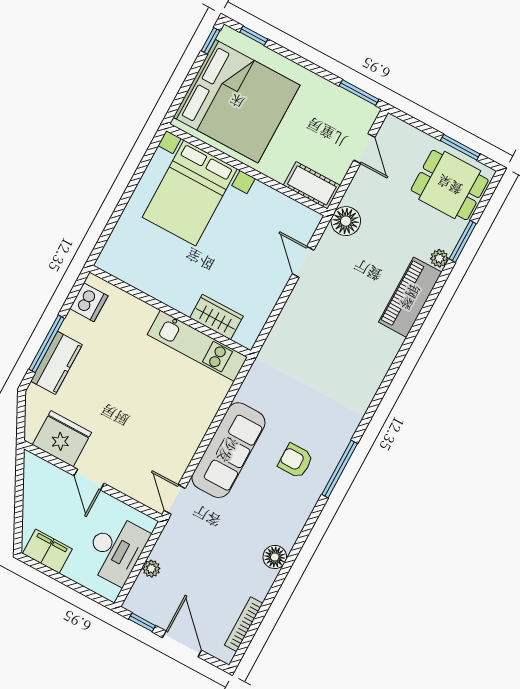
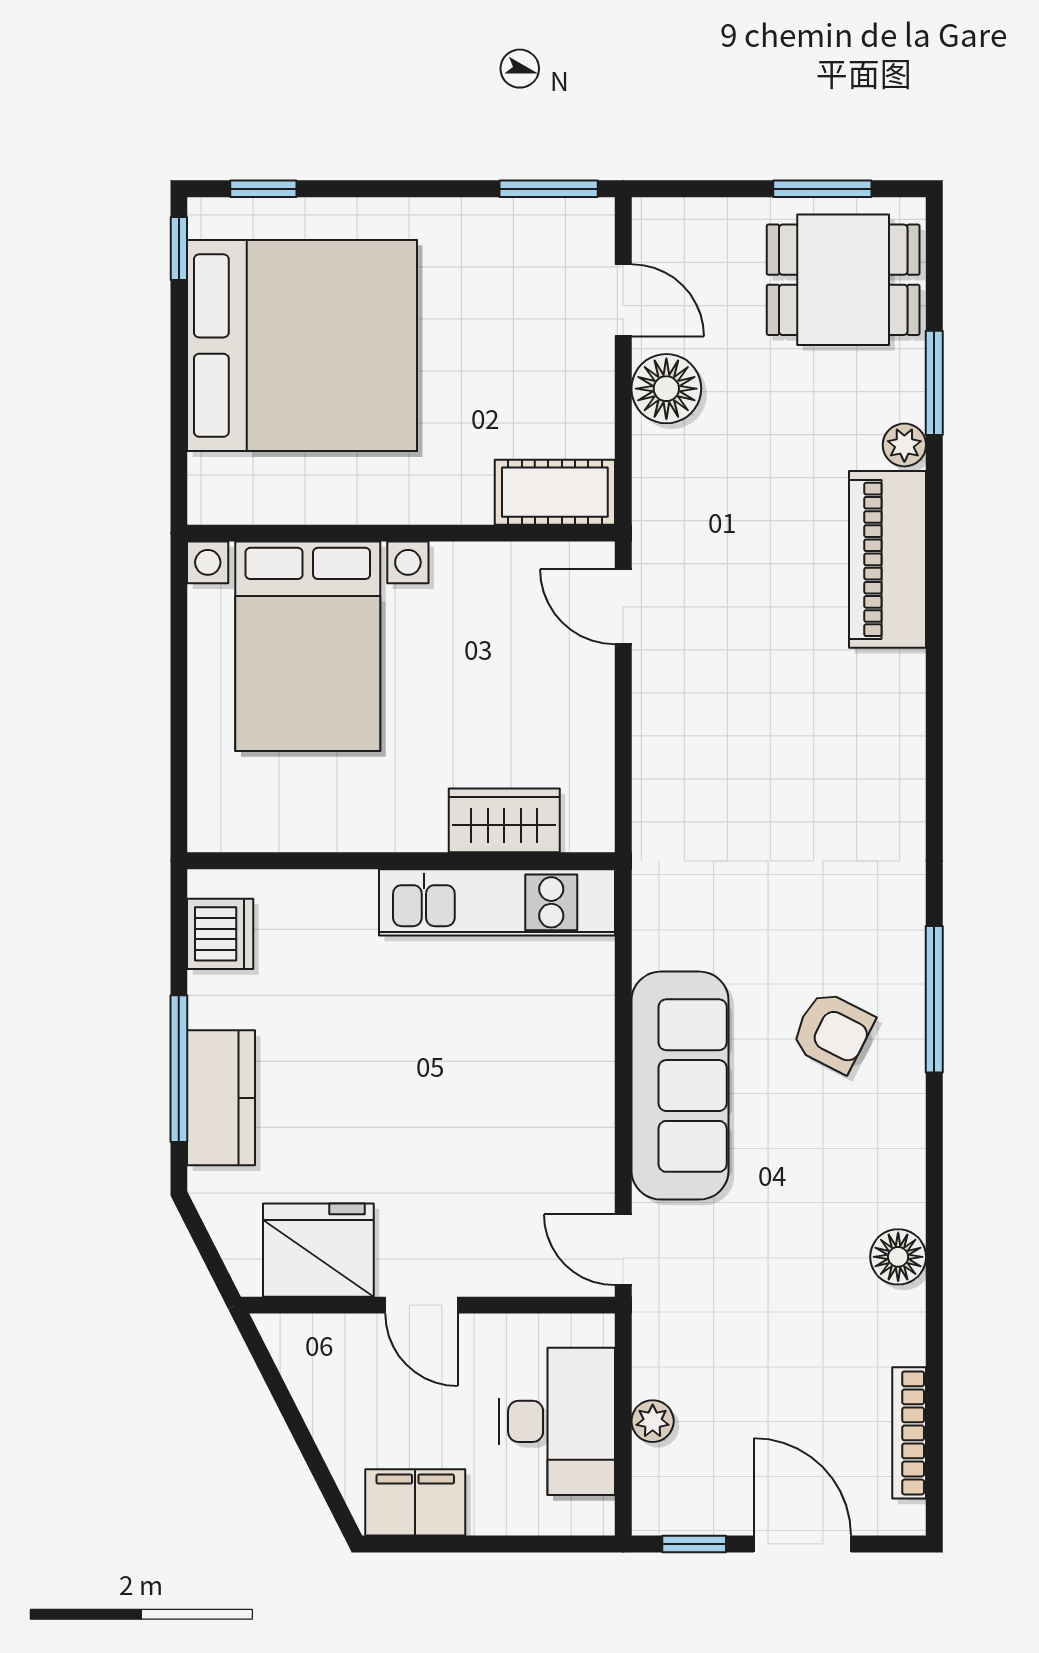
wall: (247, 170) -> (401, 533), moved
cot: (312, 185) -> (555, 492), moved
bed with nightstands: (190, 193) -> (308, 646), moved
floor lamp: (346, 221) -> (666, 389), moved
armchair: (296, 461) -> (833, 1032), turned -153

